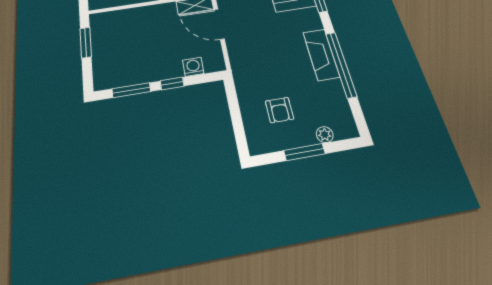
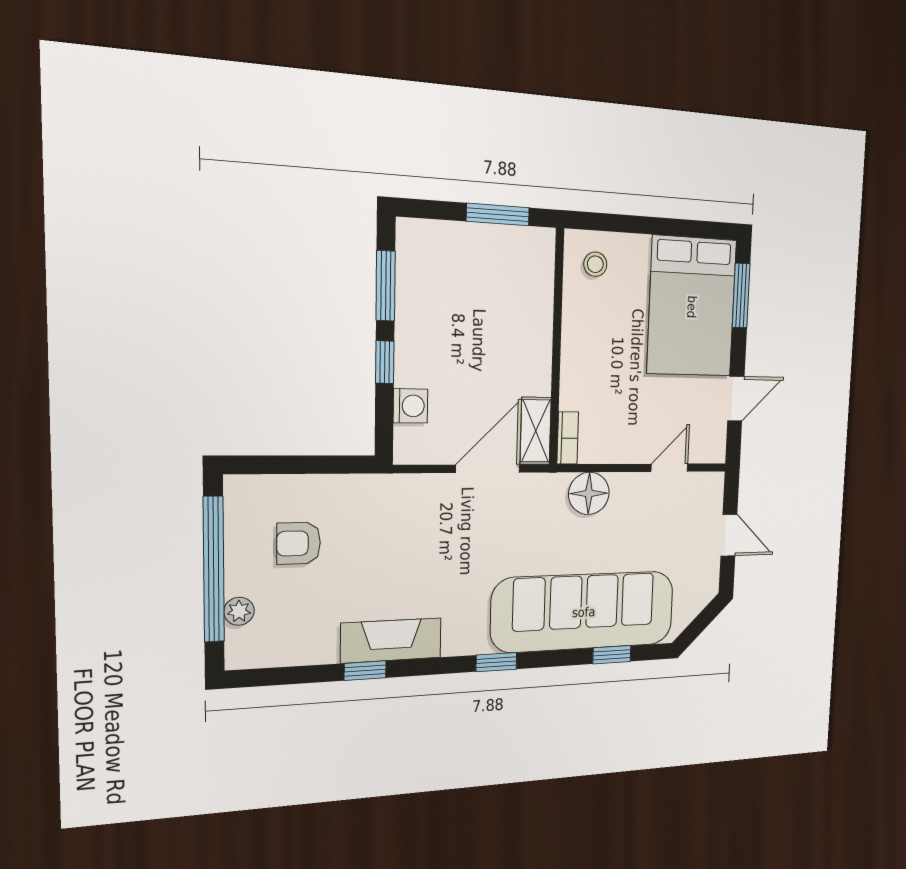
window: (341, 64) -> (365, 671), width x0.32
window: (304, 152) -> (214, 569), width x2.11

